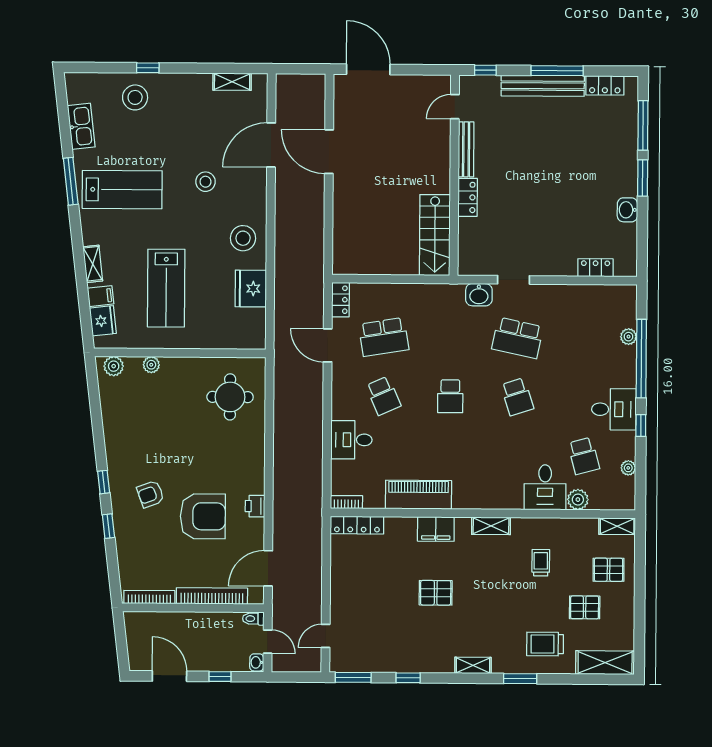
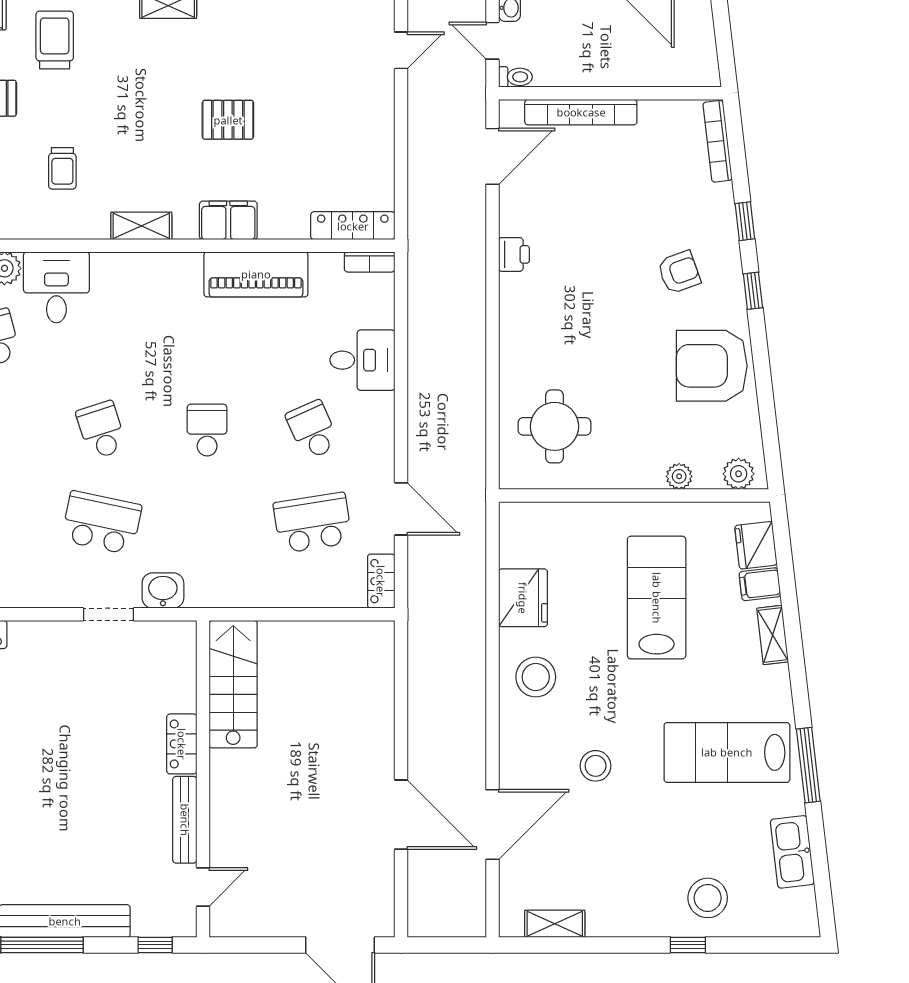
armchair: (203, 516) -> (712, 366), moved
bookcase: (149, 597) -> (718, 141), moved, turned 83
trolley: (545, 644) -> (55, 40), turned -90

